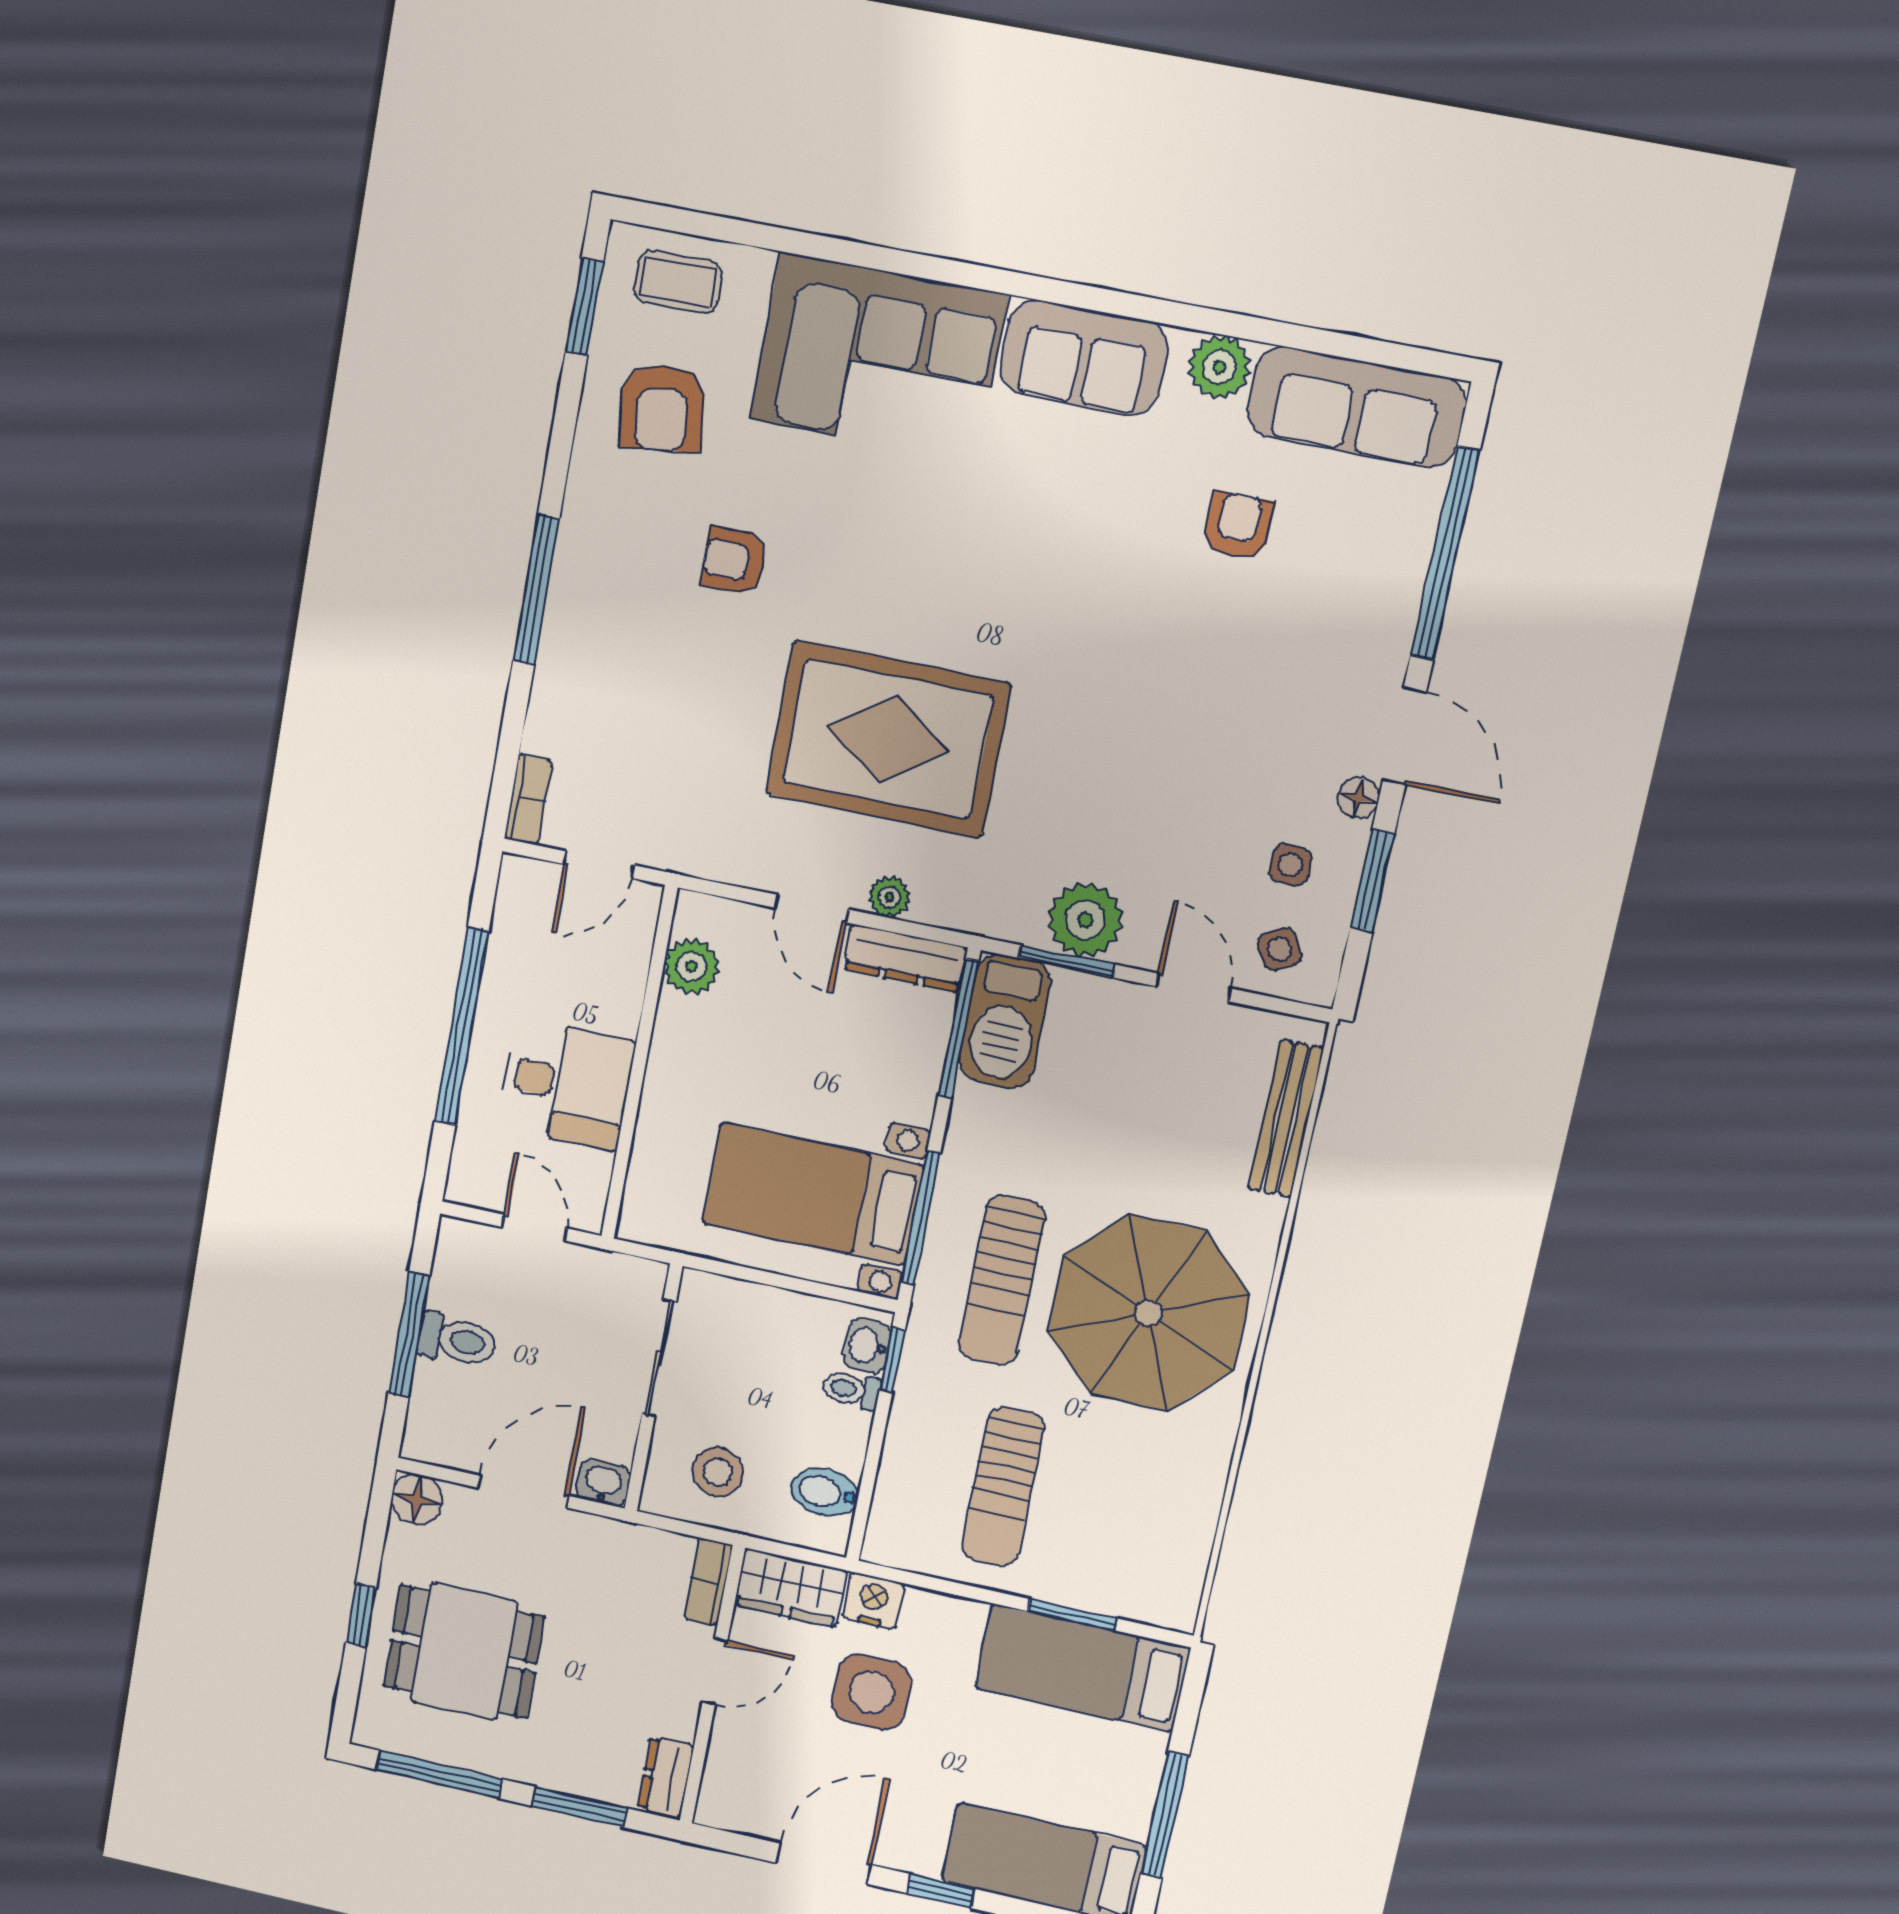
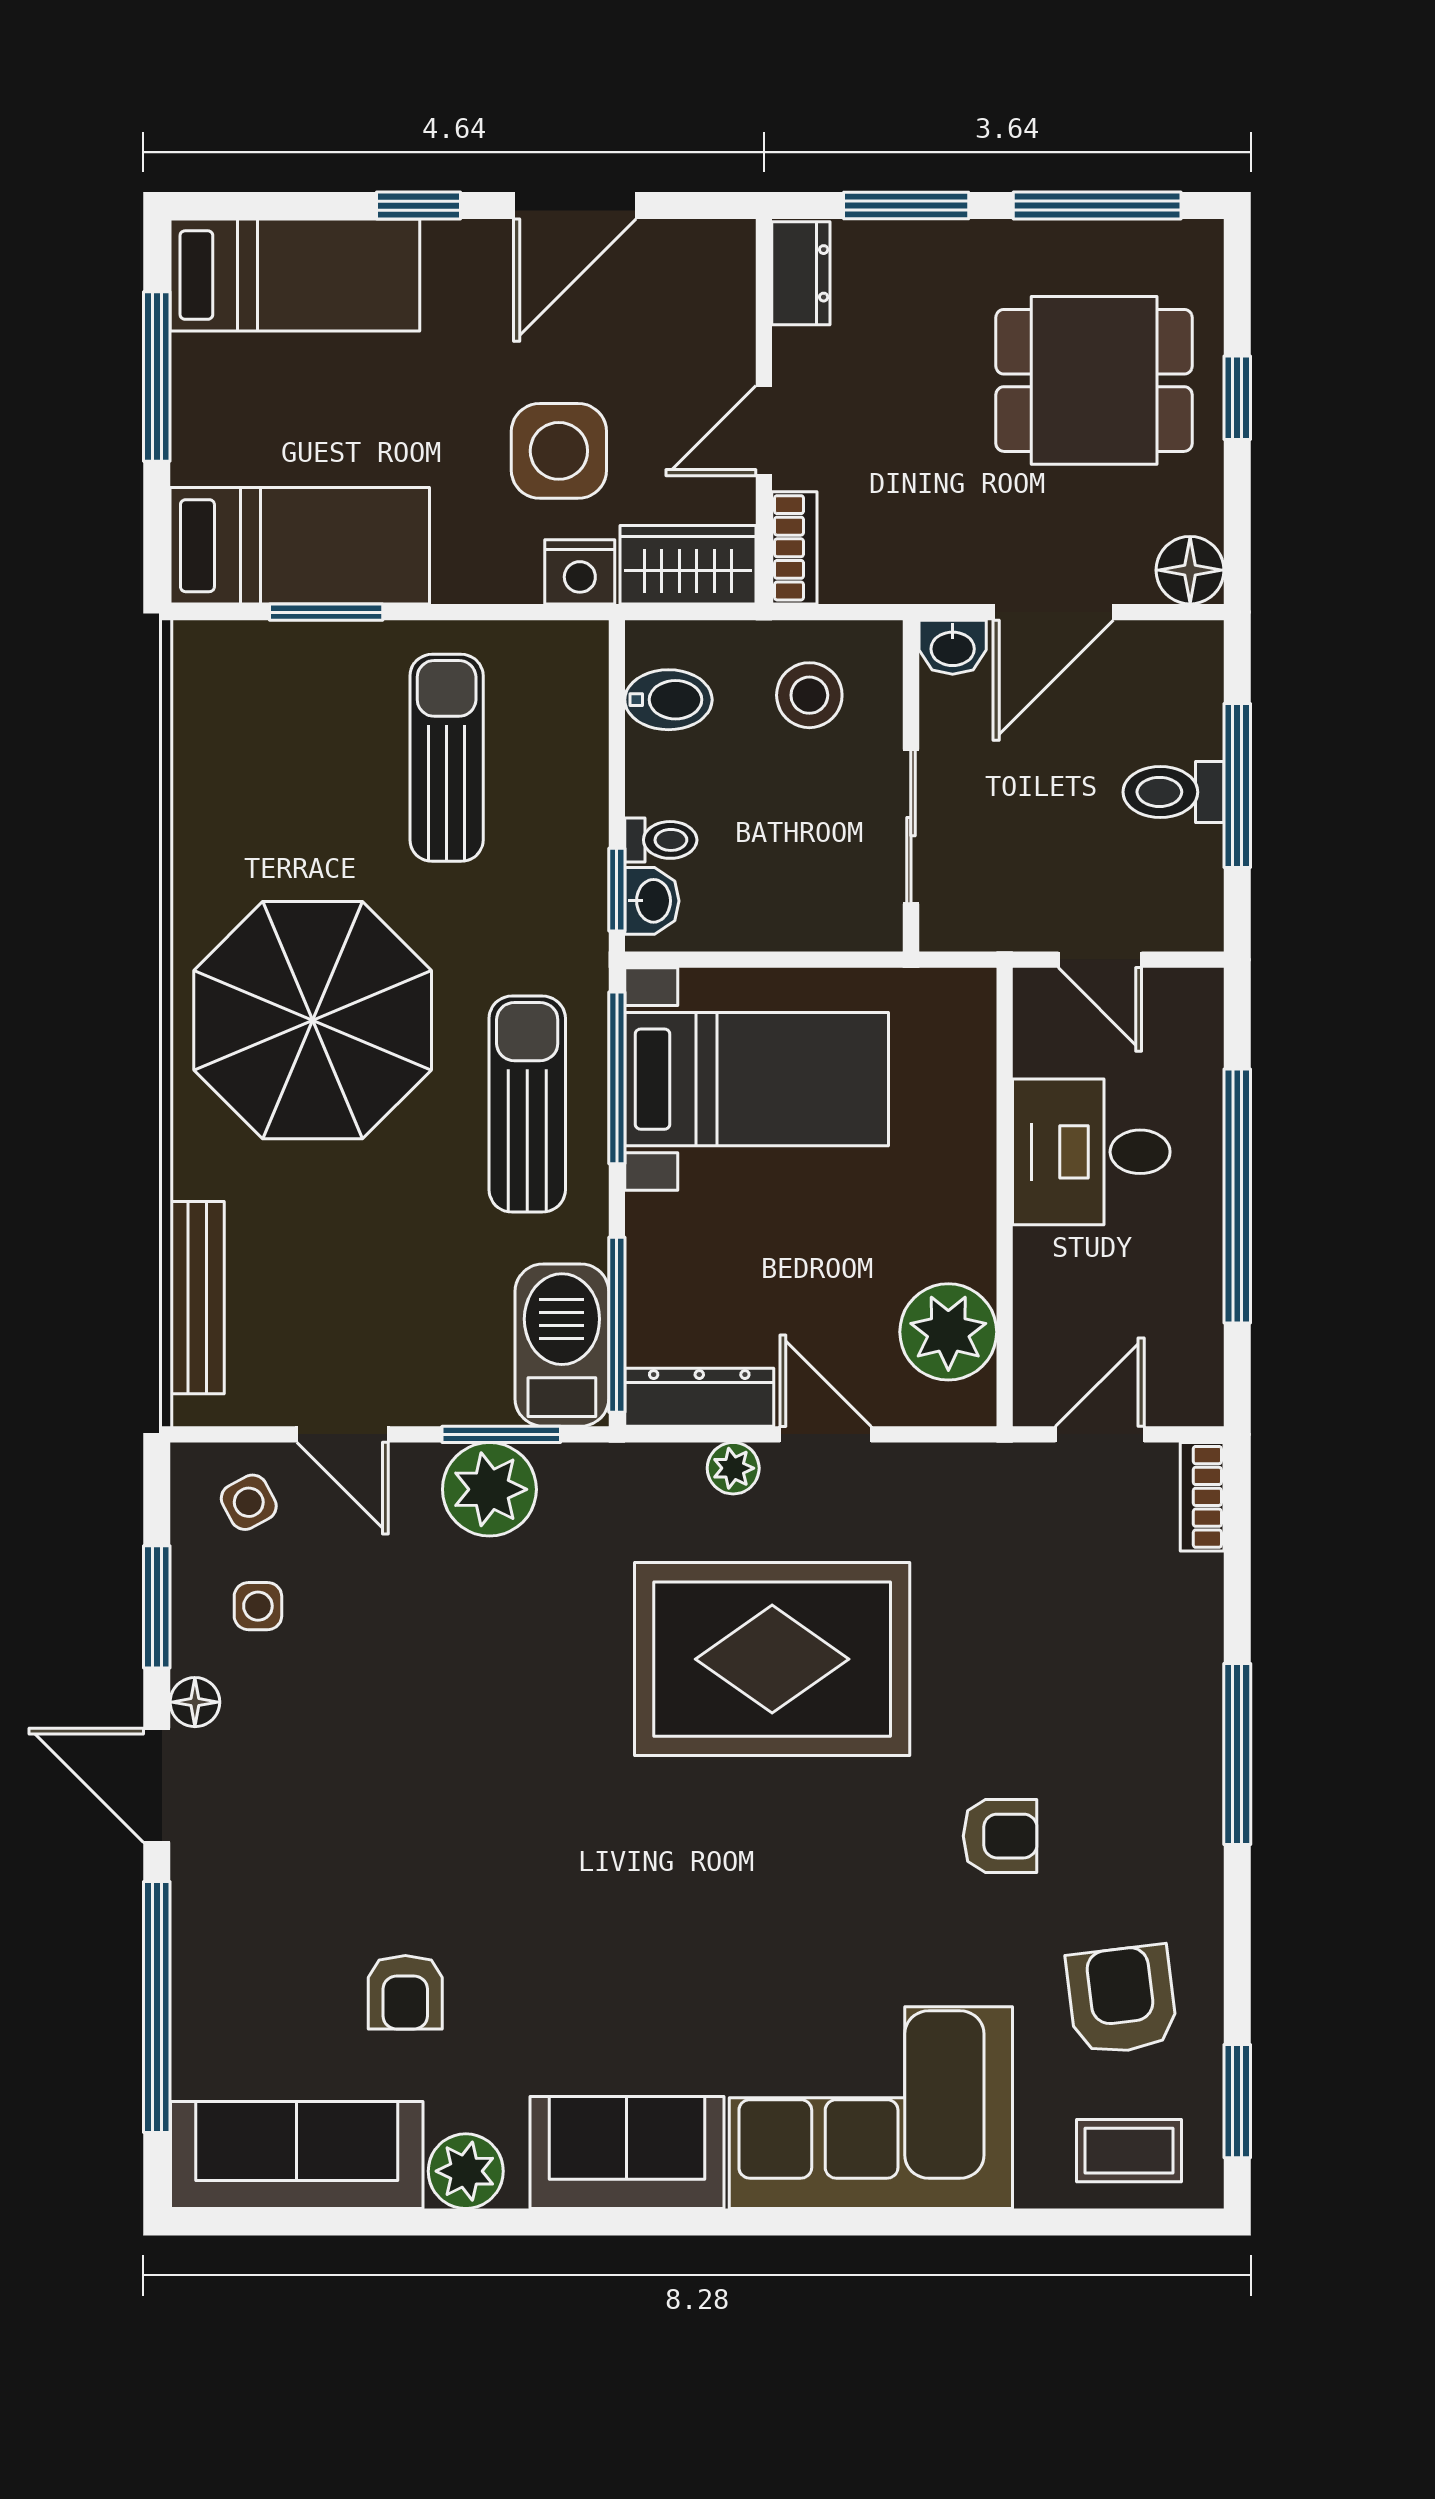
plant: (691, 967) -> (948, 1332), width x1.36, depth x1.36
sun lounger: (1002, 1281) -> (527, 1104), moved

